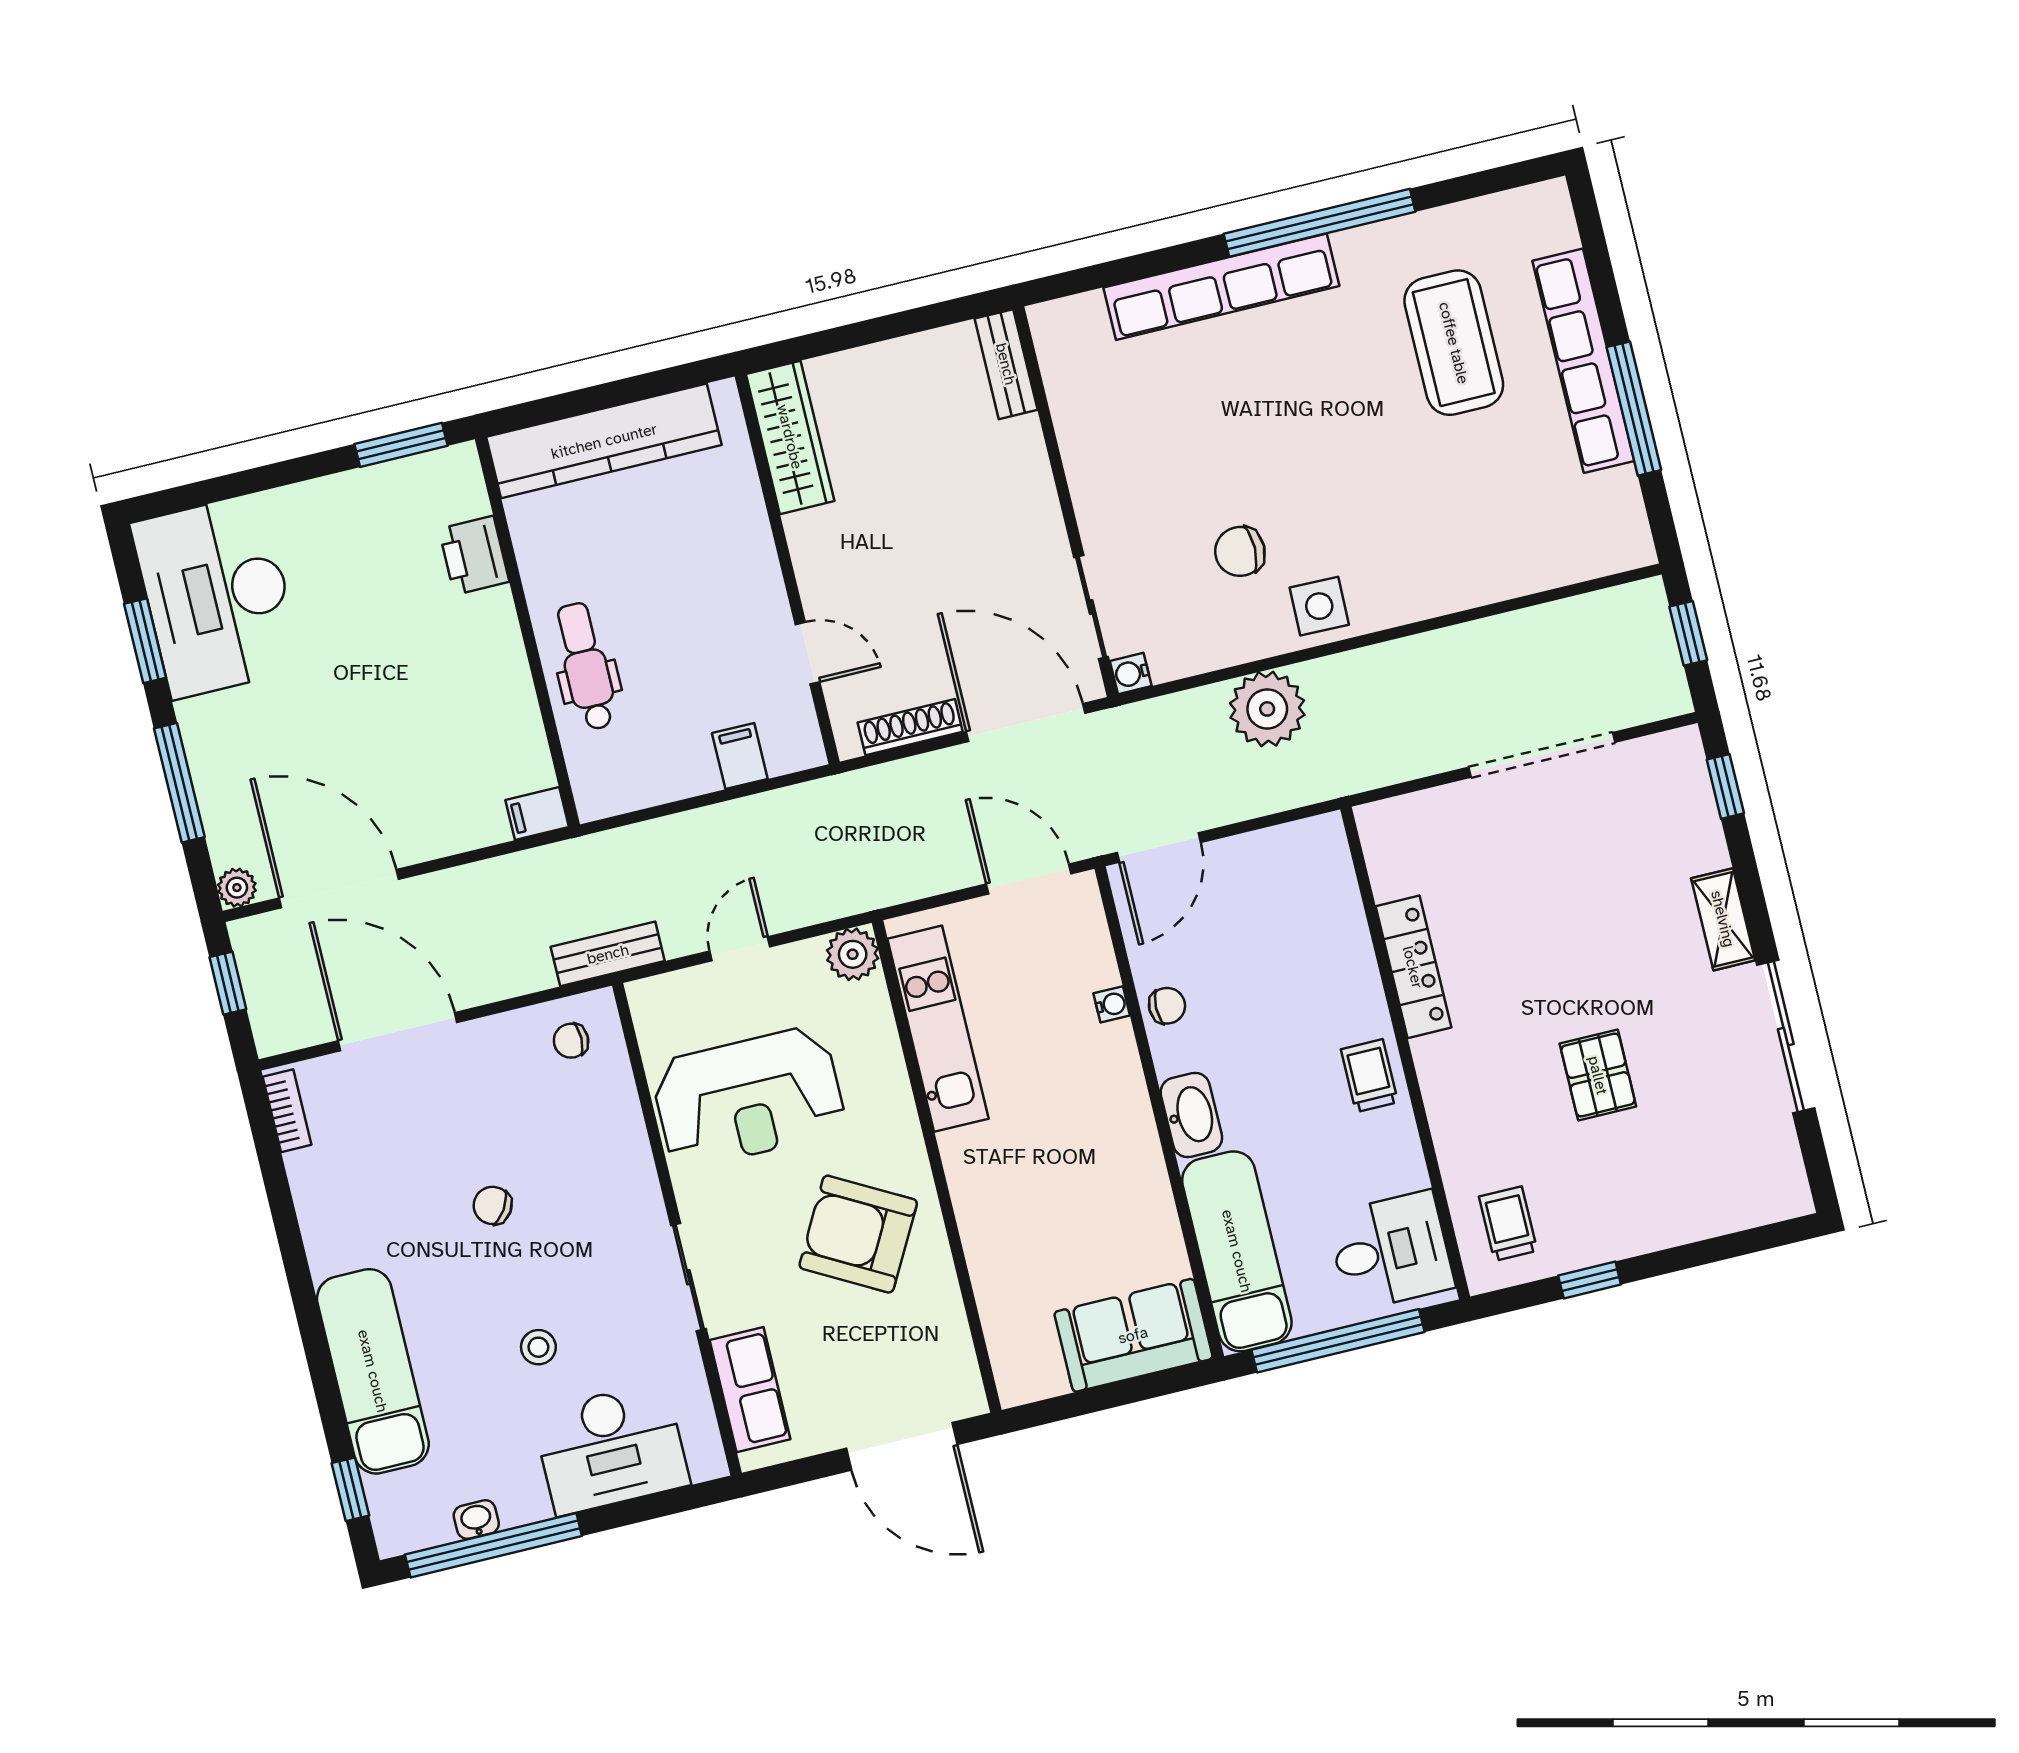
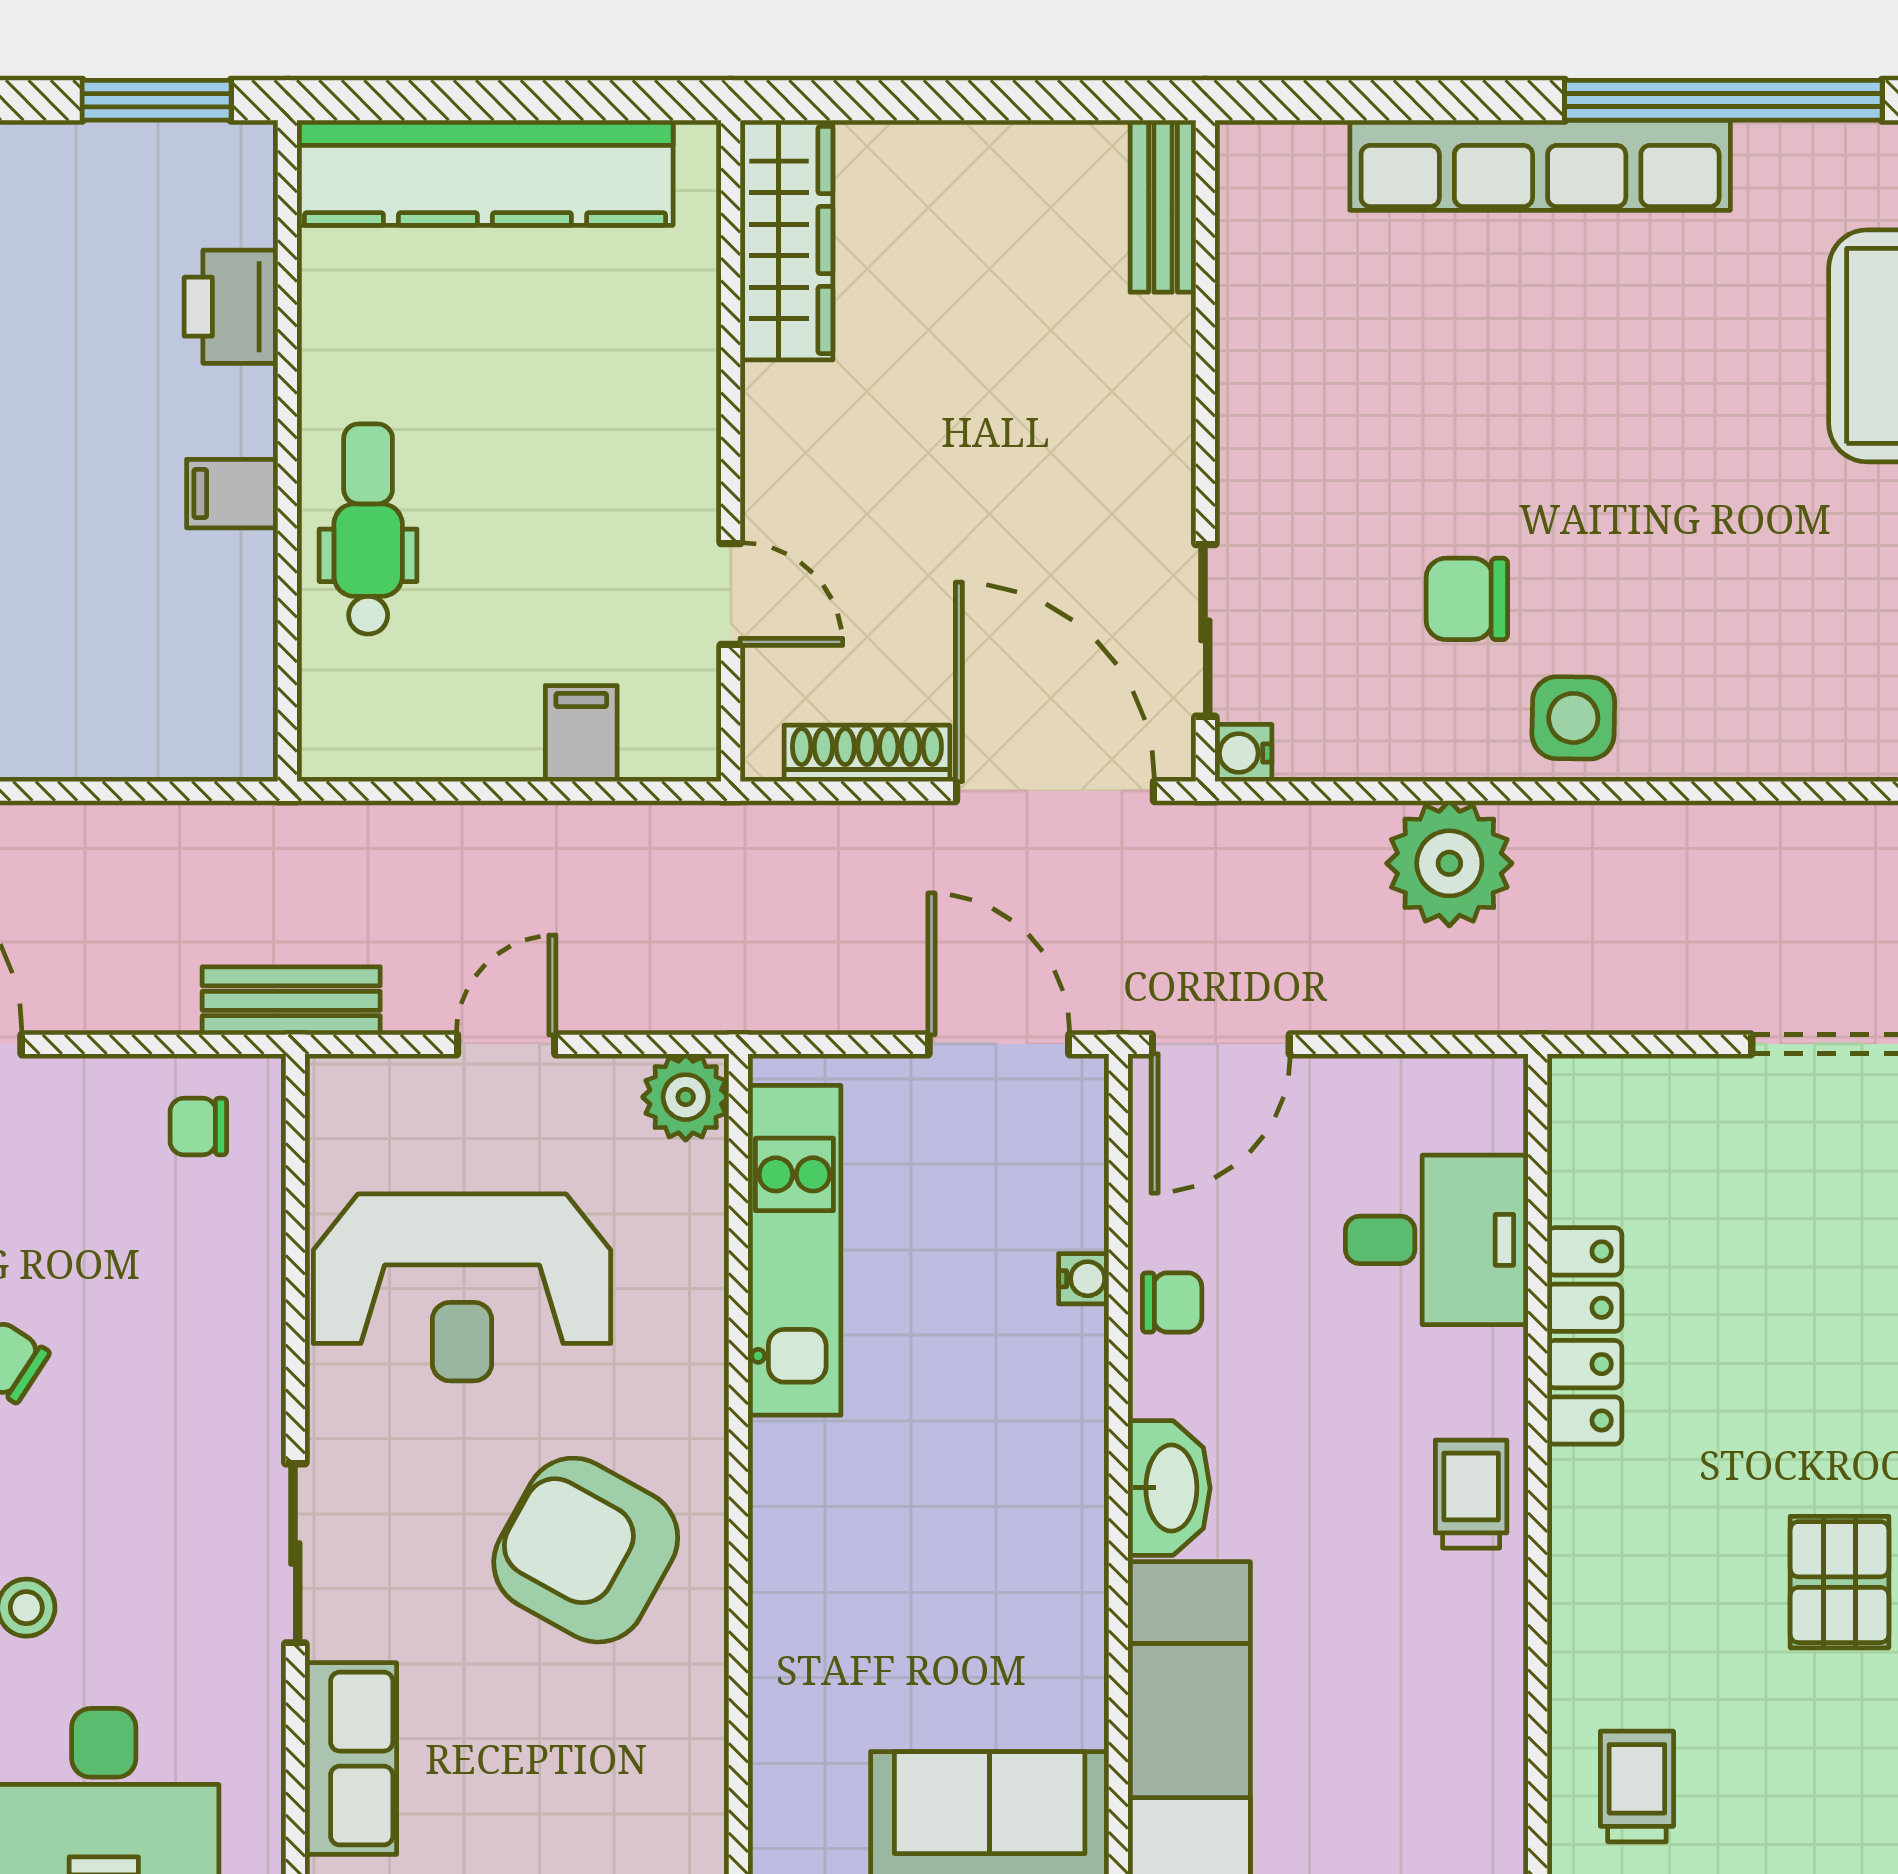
filing cabinet: (537, 814) -> (232, 494), moved
desk: (1391, 1251) -> (1437, 1240), moved

